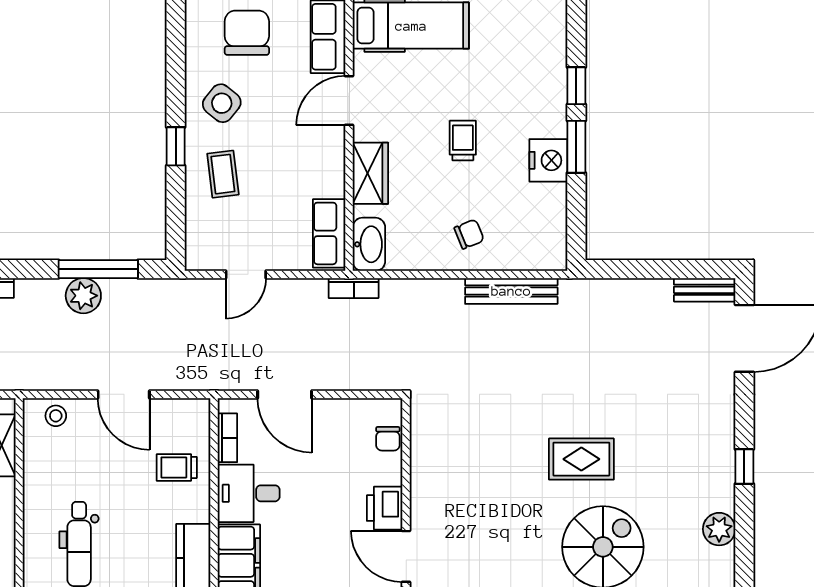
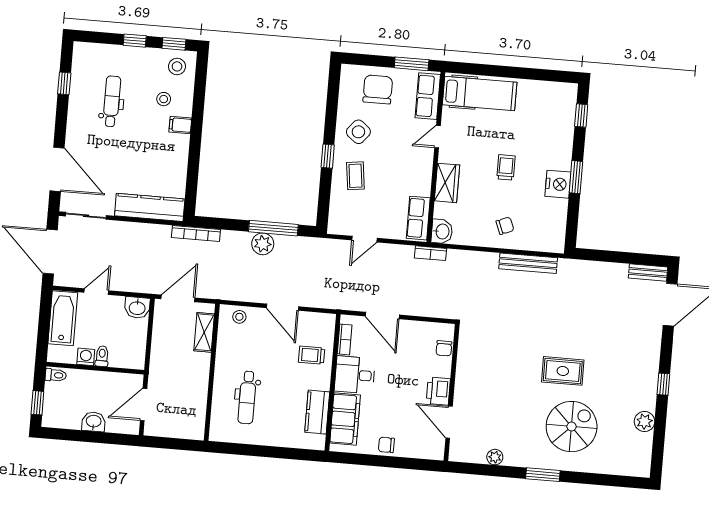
window: (576, 86) -> (581, 115), moved
door: (349, 100) -> (437, 137), width x0.73
washbasin: (369, 244) -> (442, 231), width x0.72

